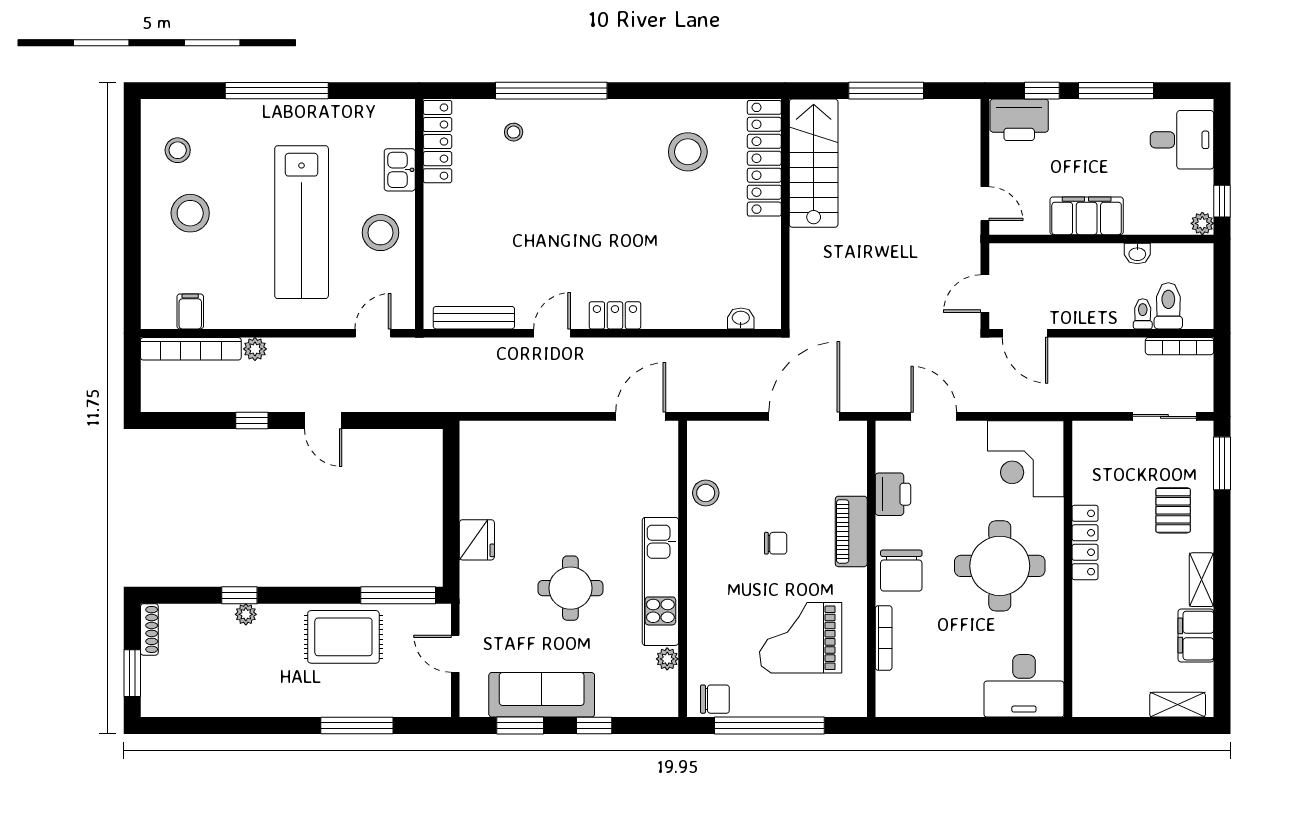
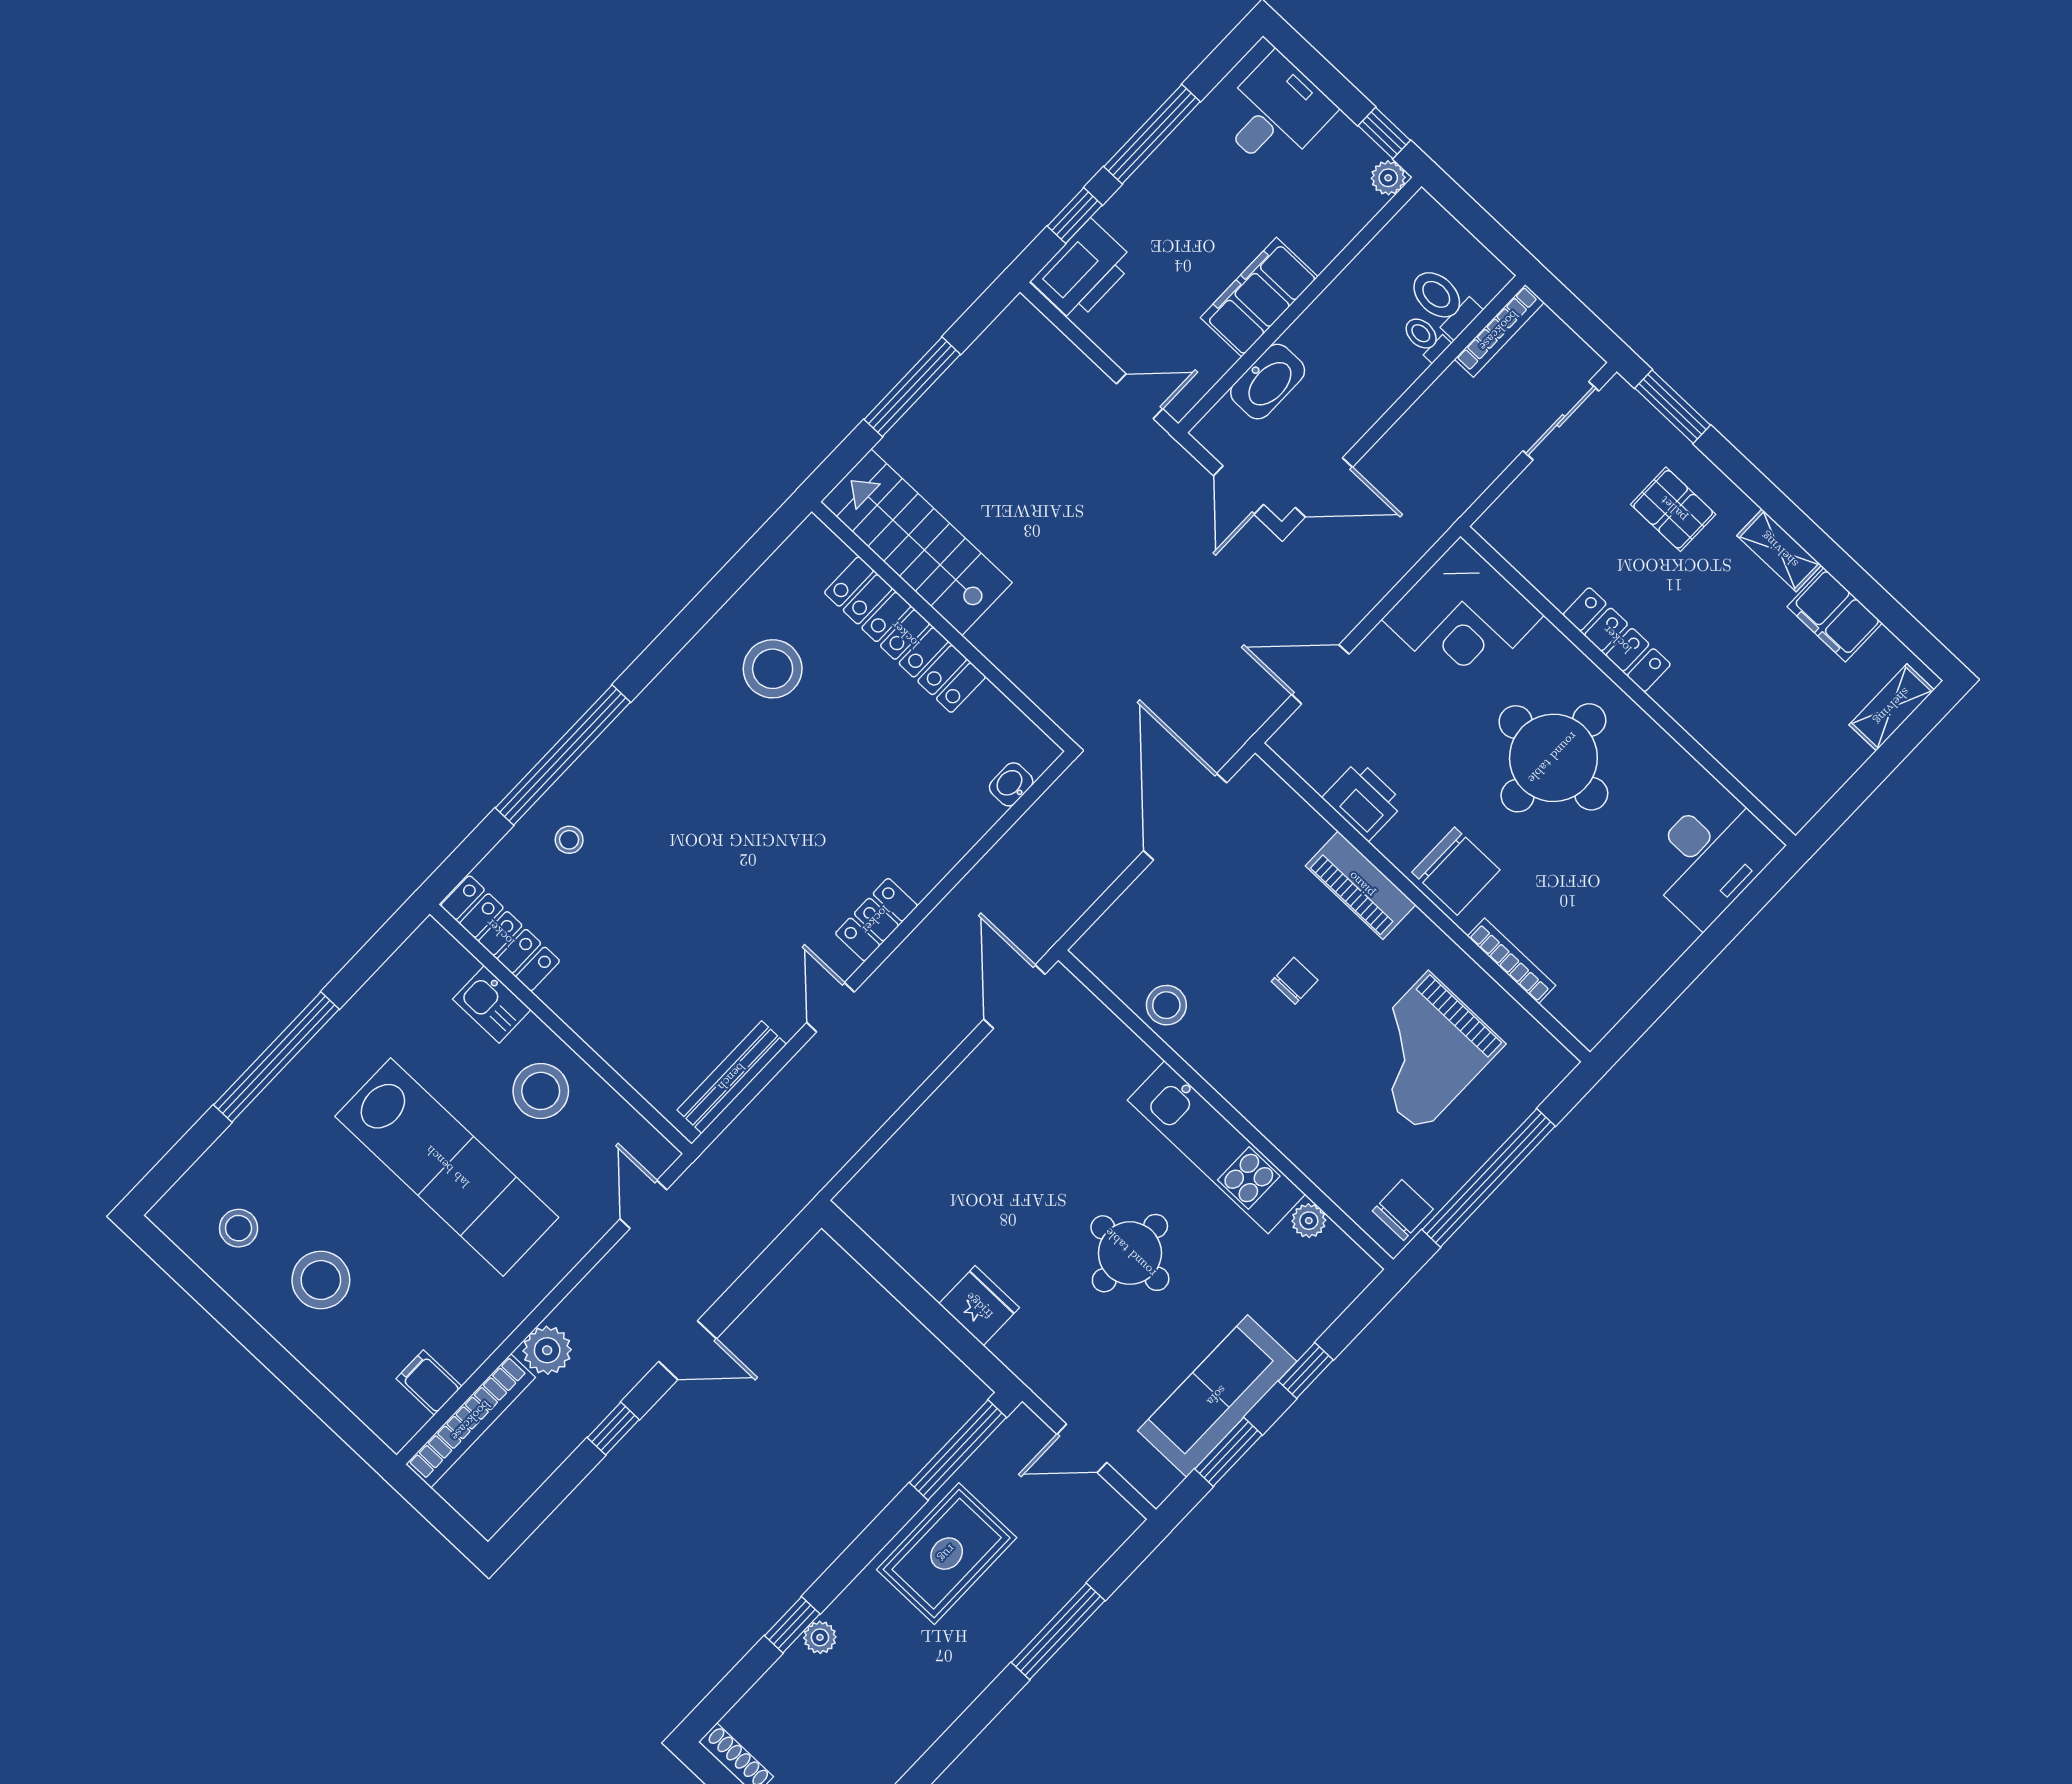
locker: (764, 158) -> (905, 635), moved
washbasin: (1137, 254) -> (1268, 382), moved, width x1.91, depth x1.45
plant: (255, 349) -> (547, 1350), width x1.38, depth x1.38

